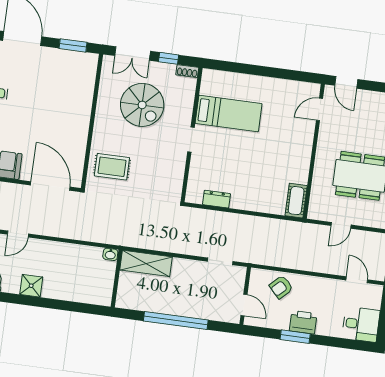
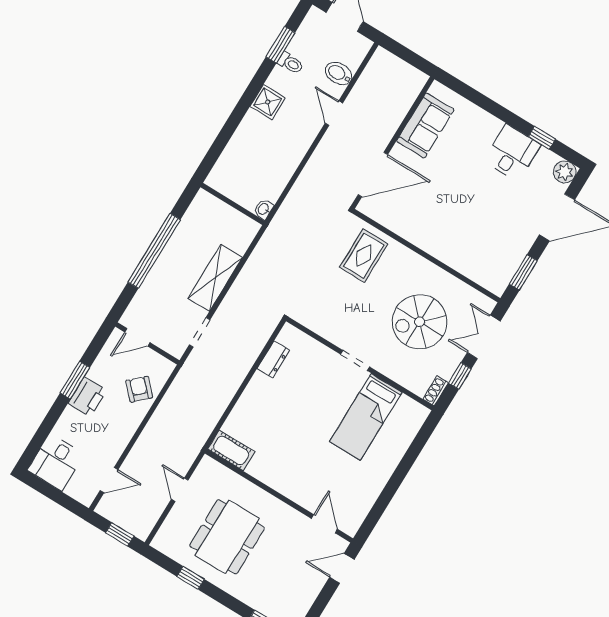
shelving: (146, 263) -> (215, 278), moved

